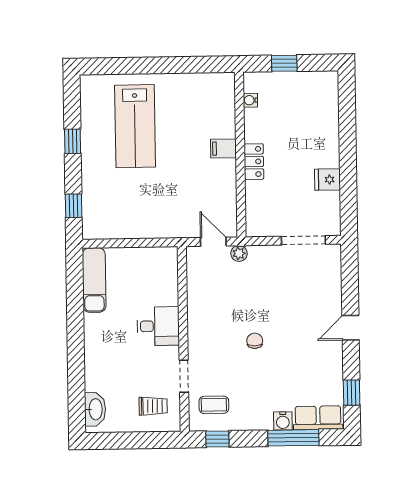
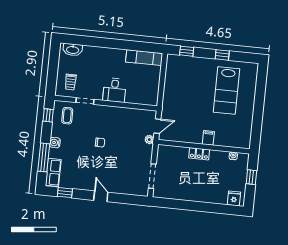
lab bench: (135, 126) -> (227, 90), turned -90
fridge: (327, 180) -> (234, 198), moved
water cooler: (283, 421) -> (55, 143), moved

